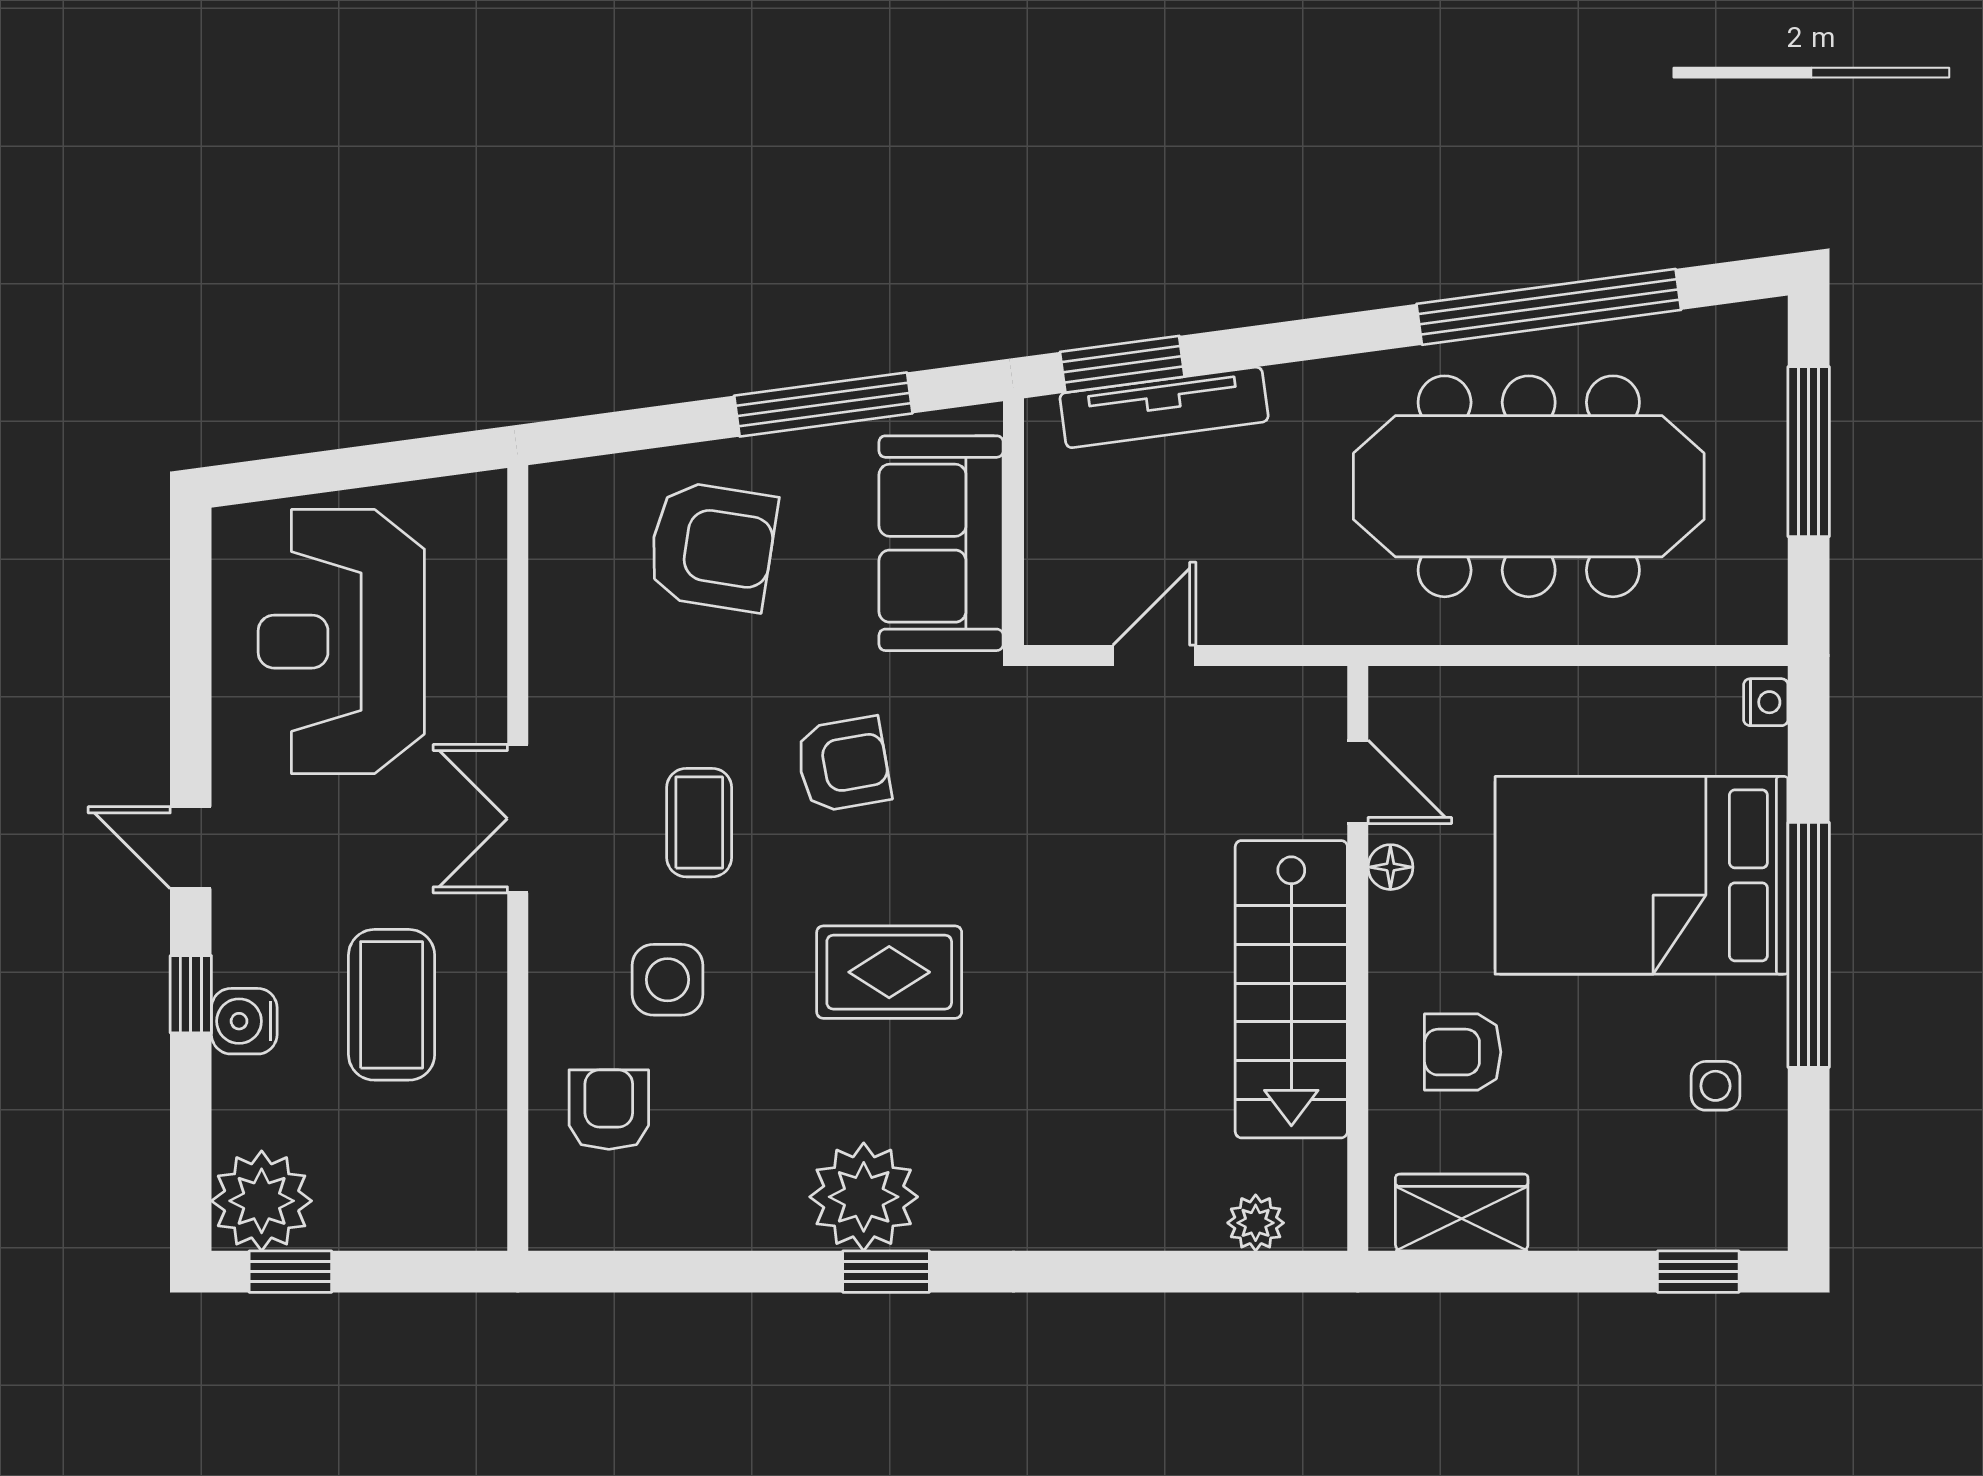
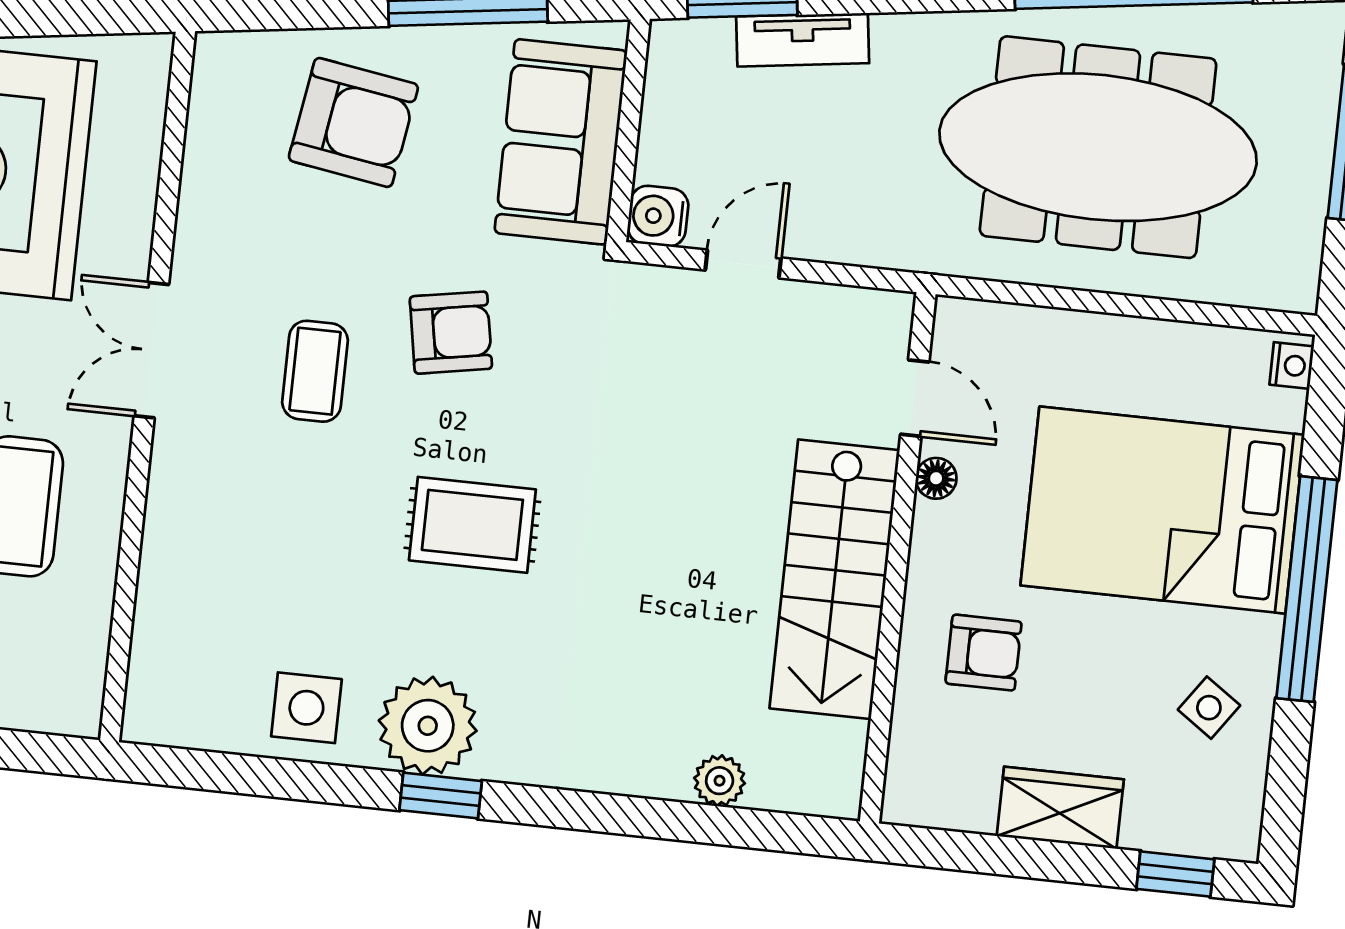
tv unit: (1164, 407) -> (803, 40), width x0.71
water cooler: (1056, 613) -> (658, 216), added
side table: (668, 980) -> (306, 708), moved
armchair: (1463, 1052) -> (984, 653), turned 180
side table: (1715, 1086) -> (1209, 708), turned 35
armchair: (609, 1110) -> (205, 622), removed
wardrobe: (1462, 1213) -> (1060, 808), moved
plant: (1256, 1223) -> (720, 781), moved

